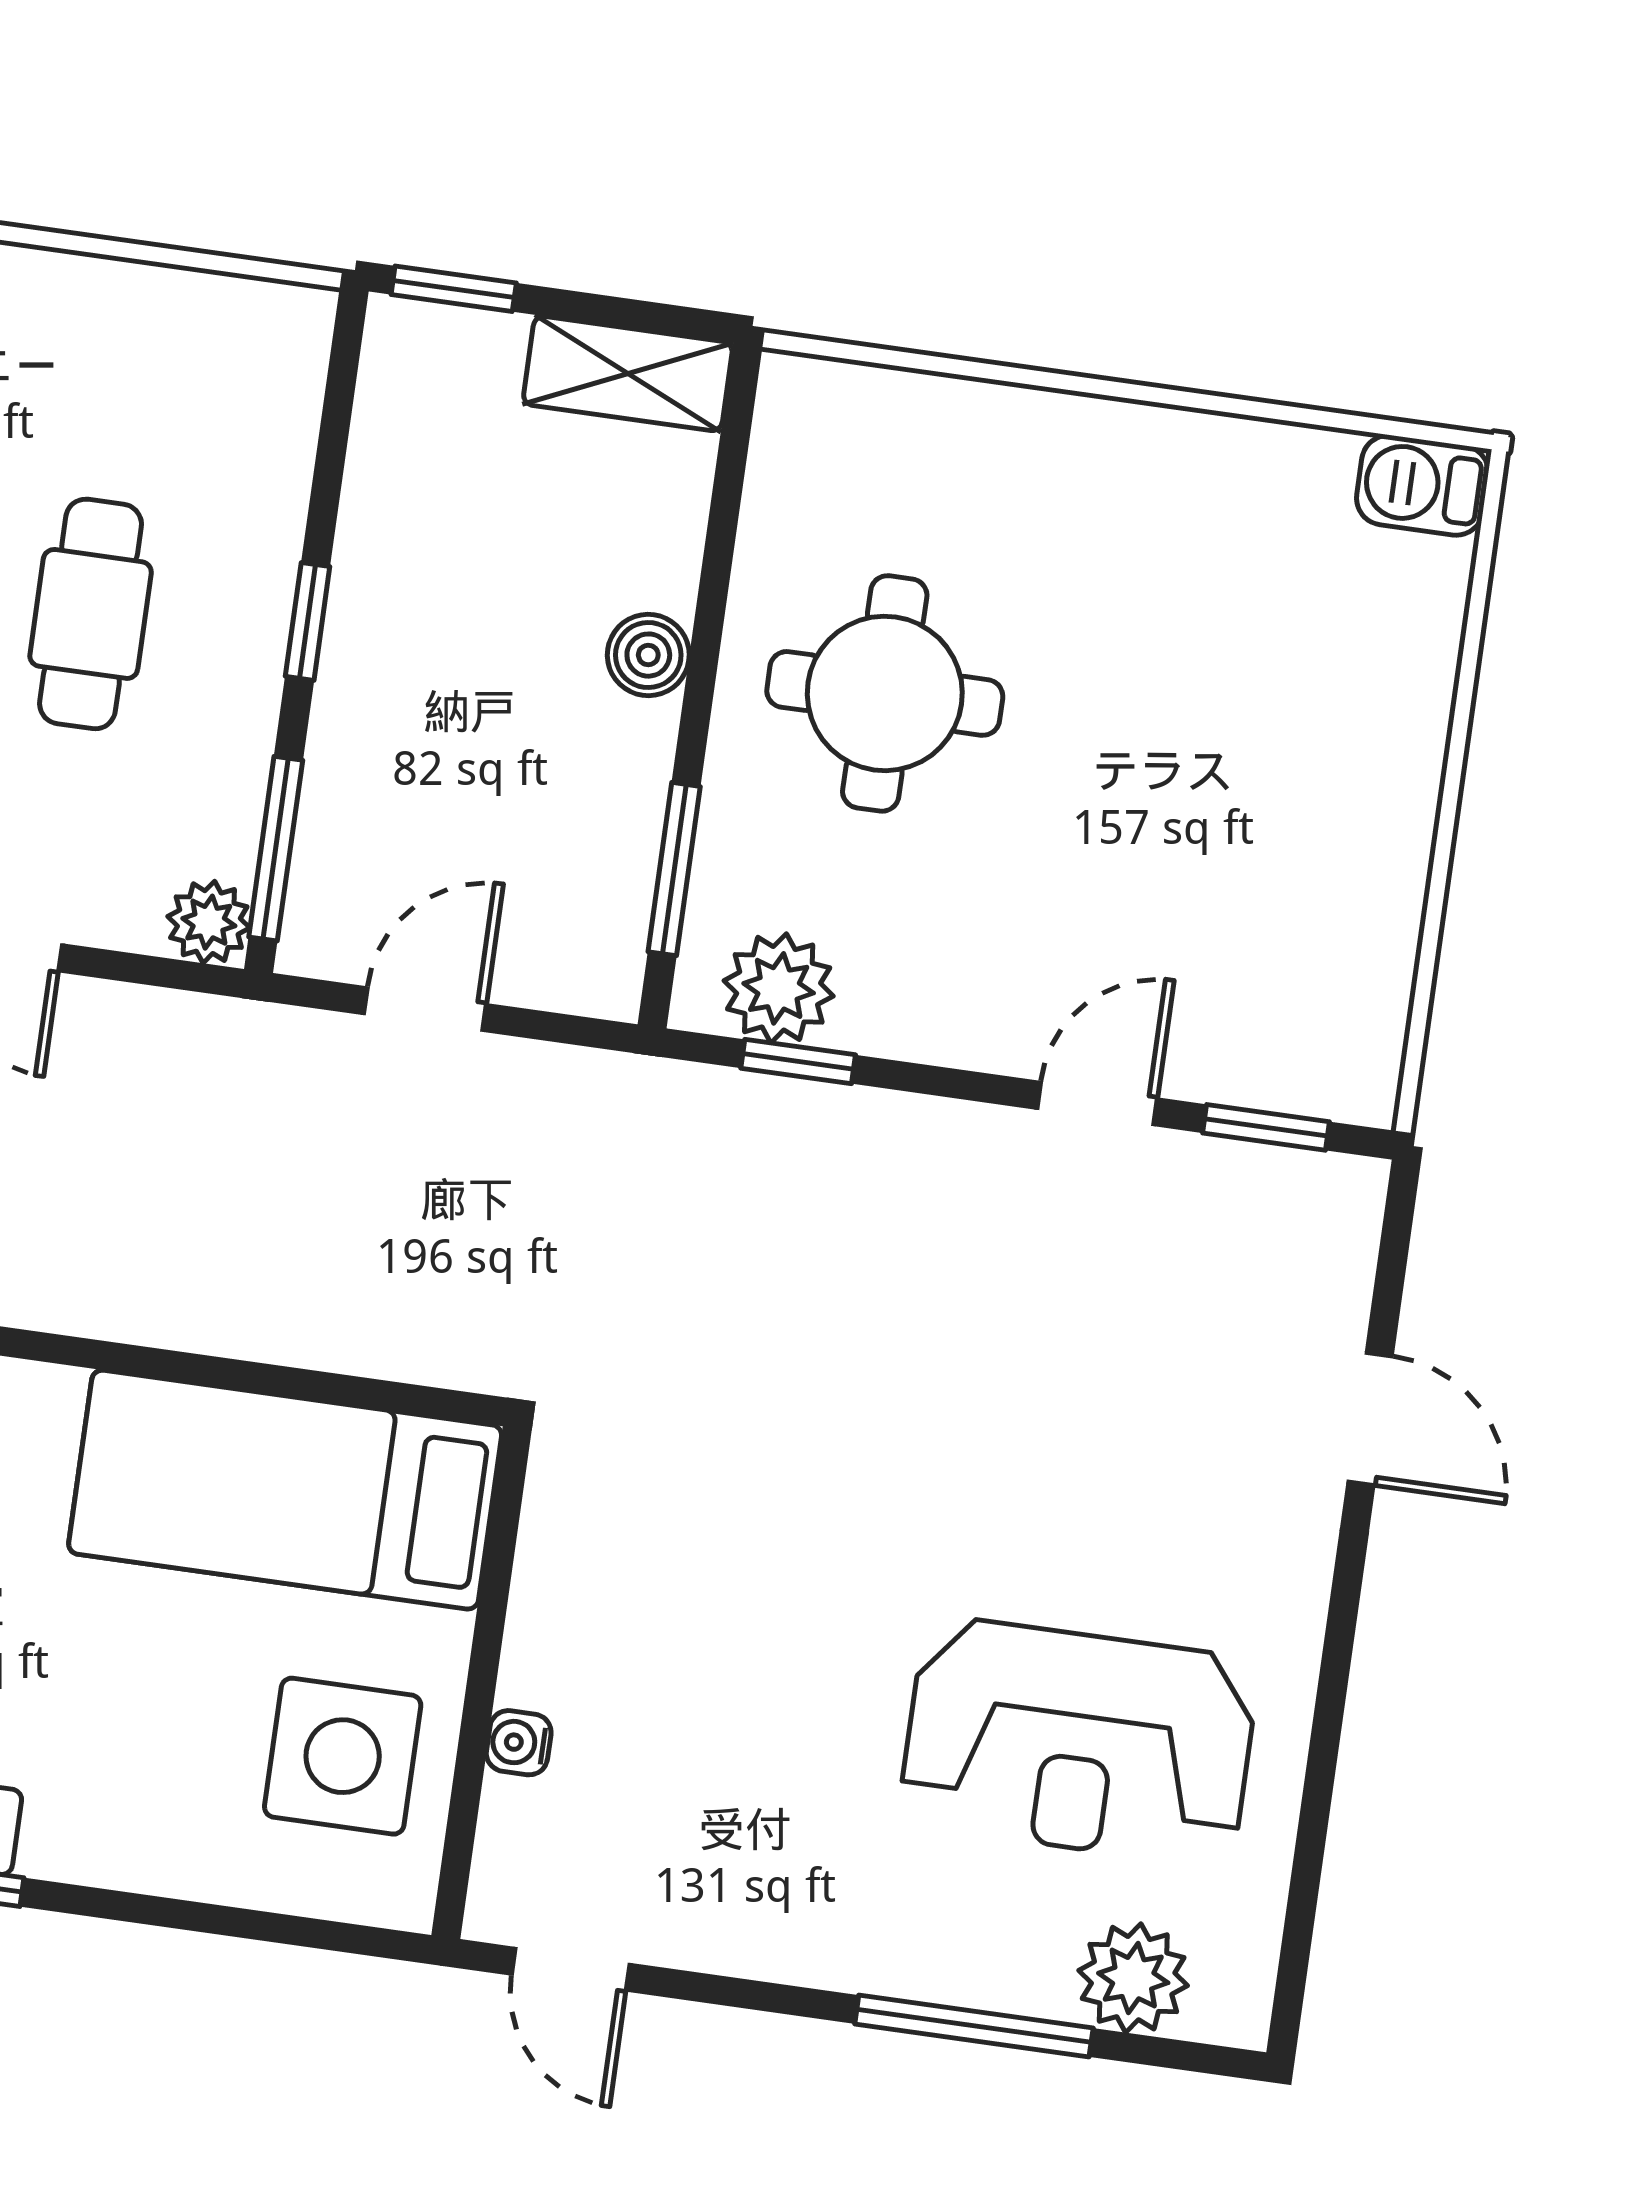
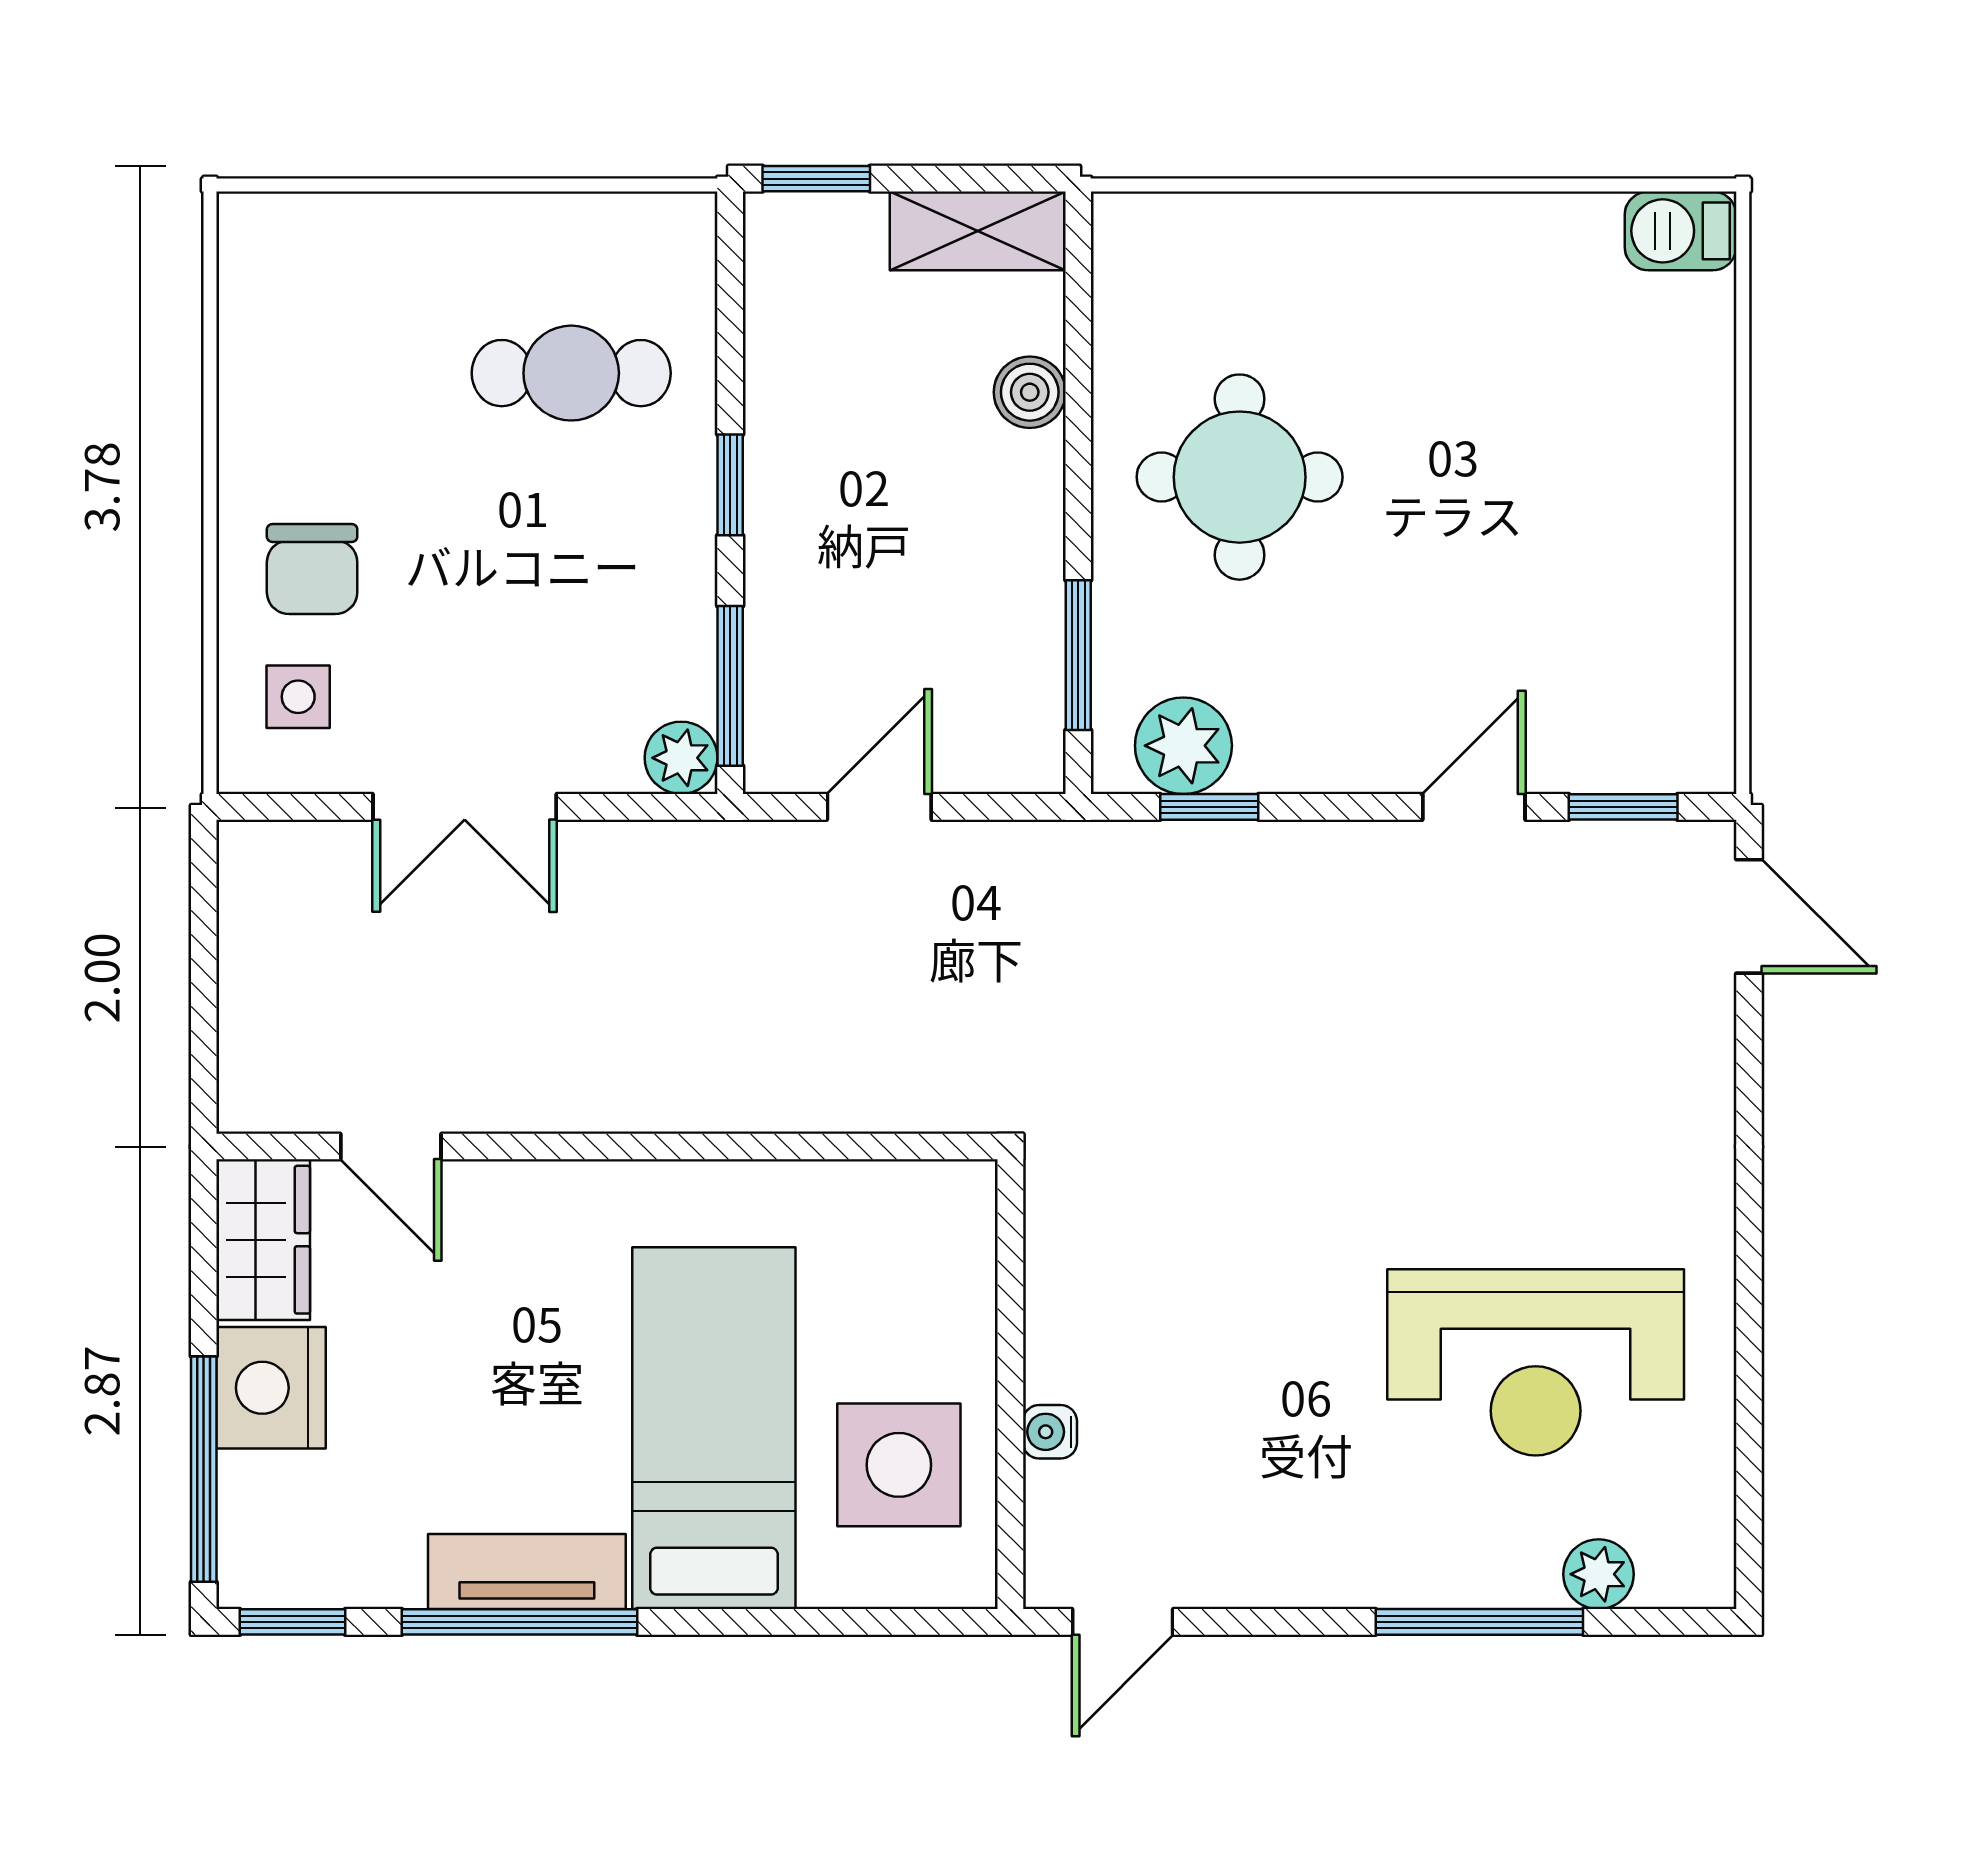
cafe table: (91, 614) -> (571, 373), moved, turned 90
boiler: (648, 655) -> (1030, 392), moved
door: (1370, 1419) -> (1749, 916), moved
bed: (285, 1490) -> (714, 1428), moved, turned 90
door: (571, 1969) -> (1123, 1622), hinge flipped
plant: (1133, 1978) -> (1599, 1574), width x0.73, depth x0.73

